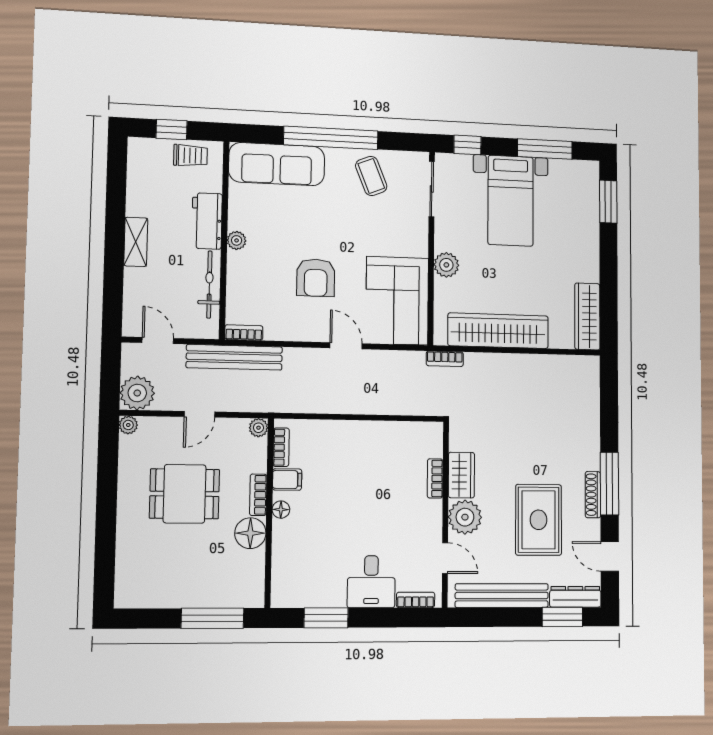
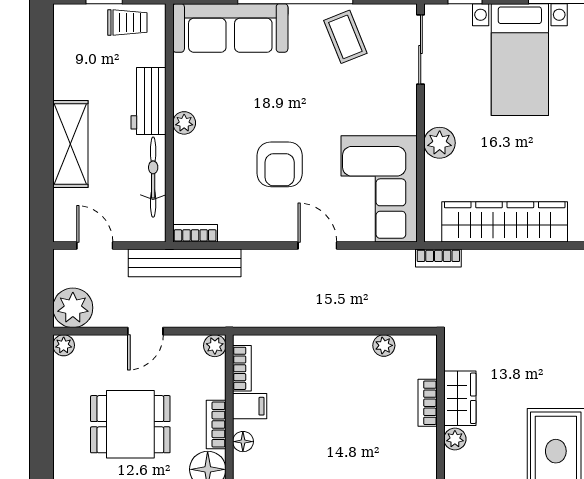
shelving: (136, 242) -> (70, 144), width x1.50, depth x1.33
plant: (400, 430) -> (384, 345), added
plant: (465, 517) -> (455, 439), width x0.53, depth x0.53

